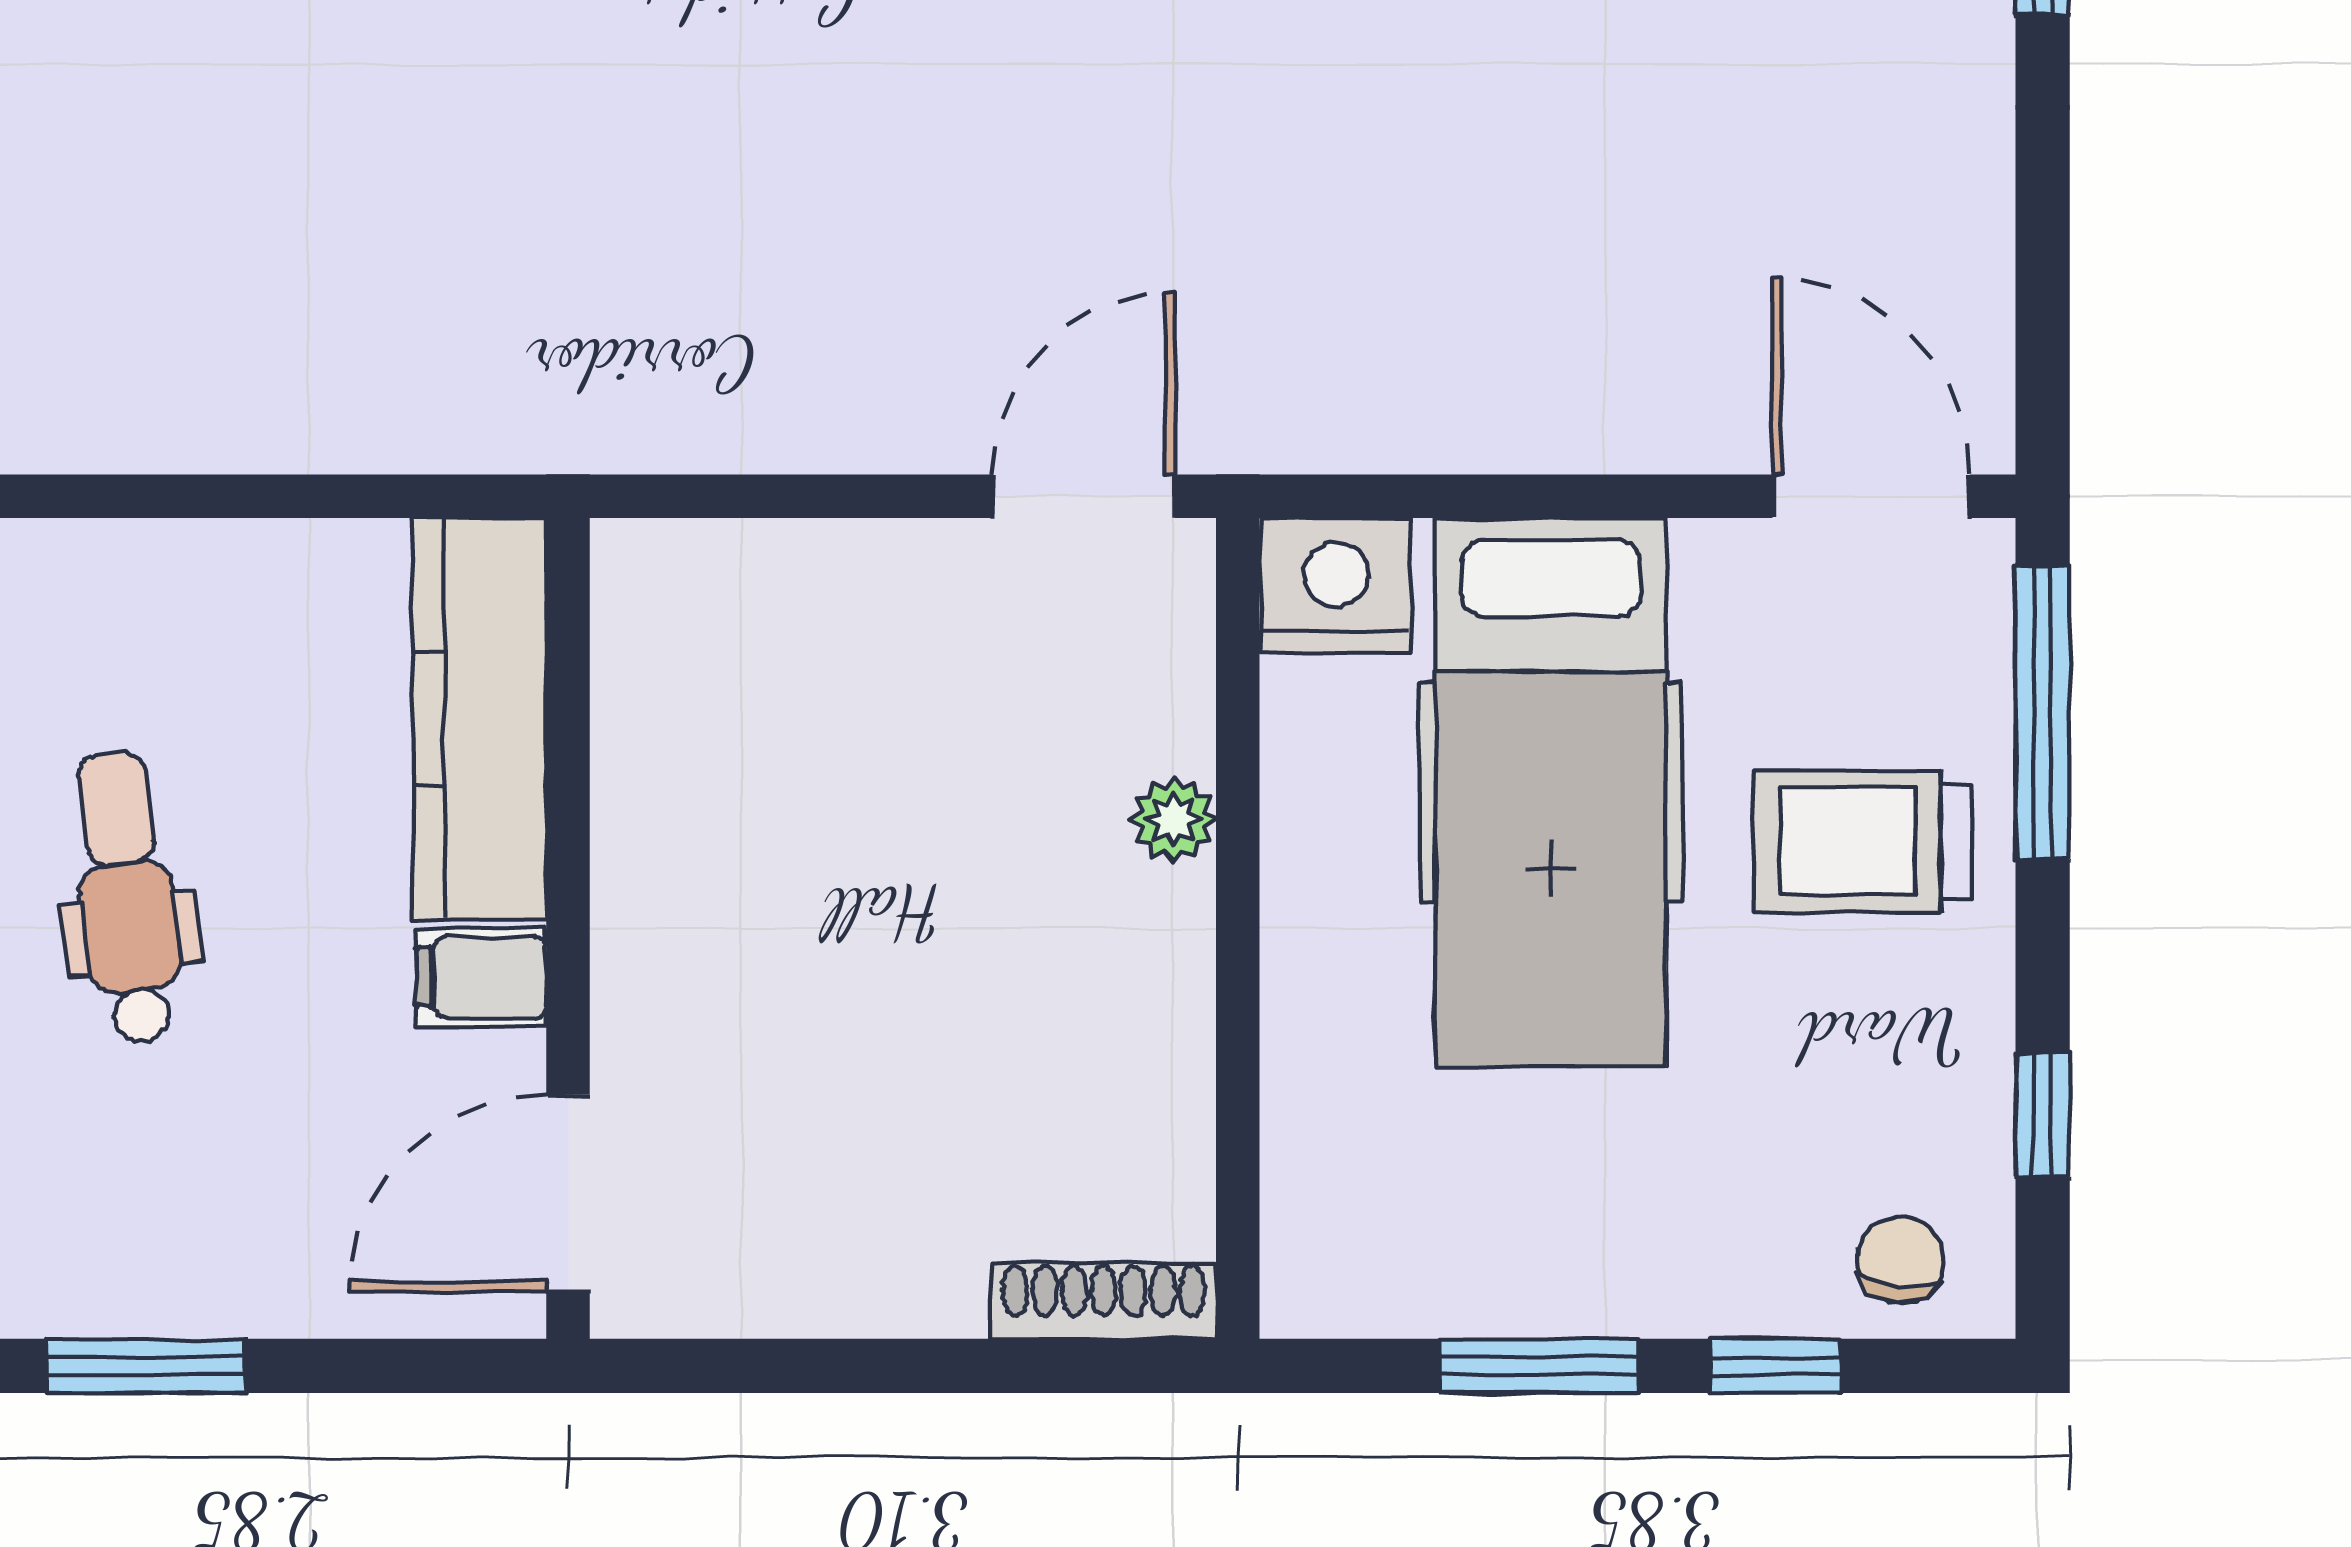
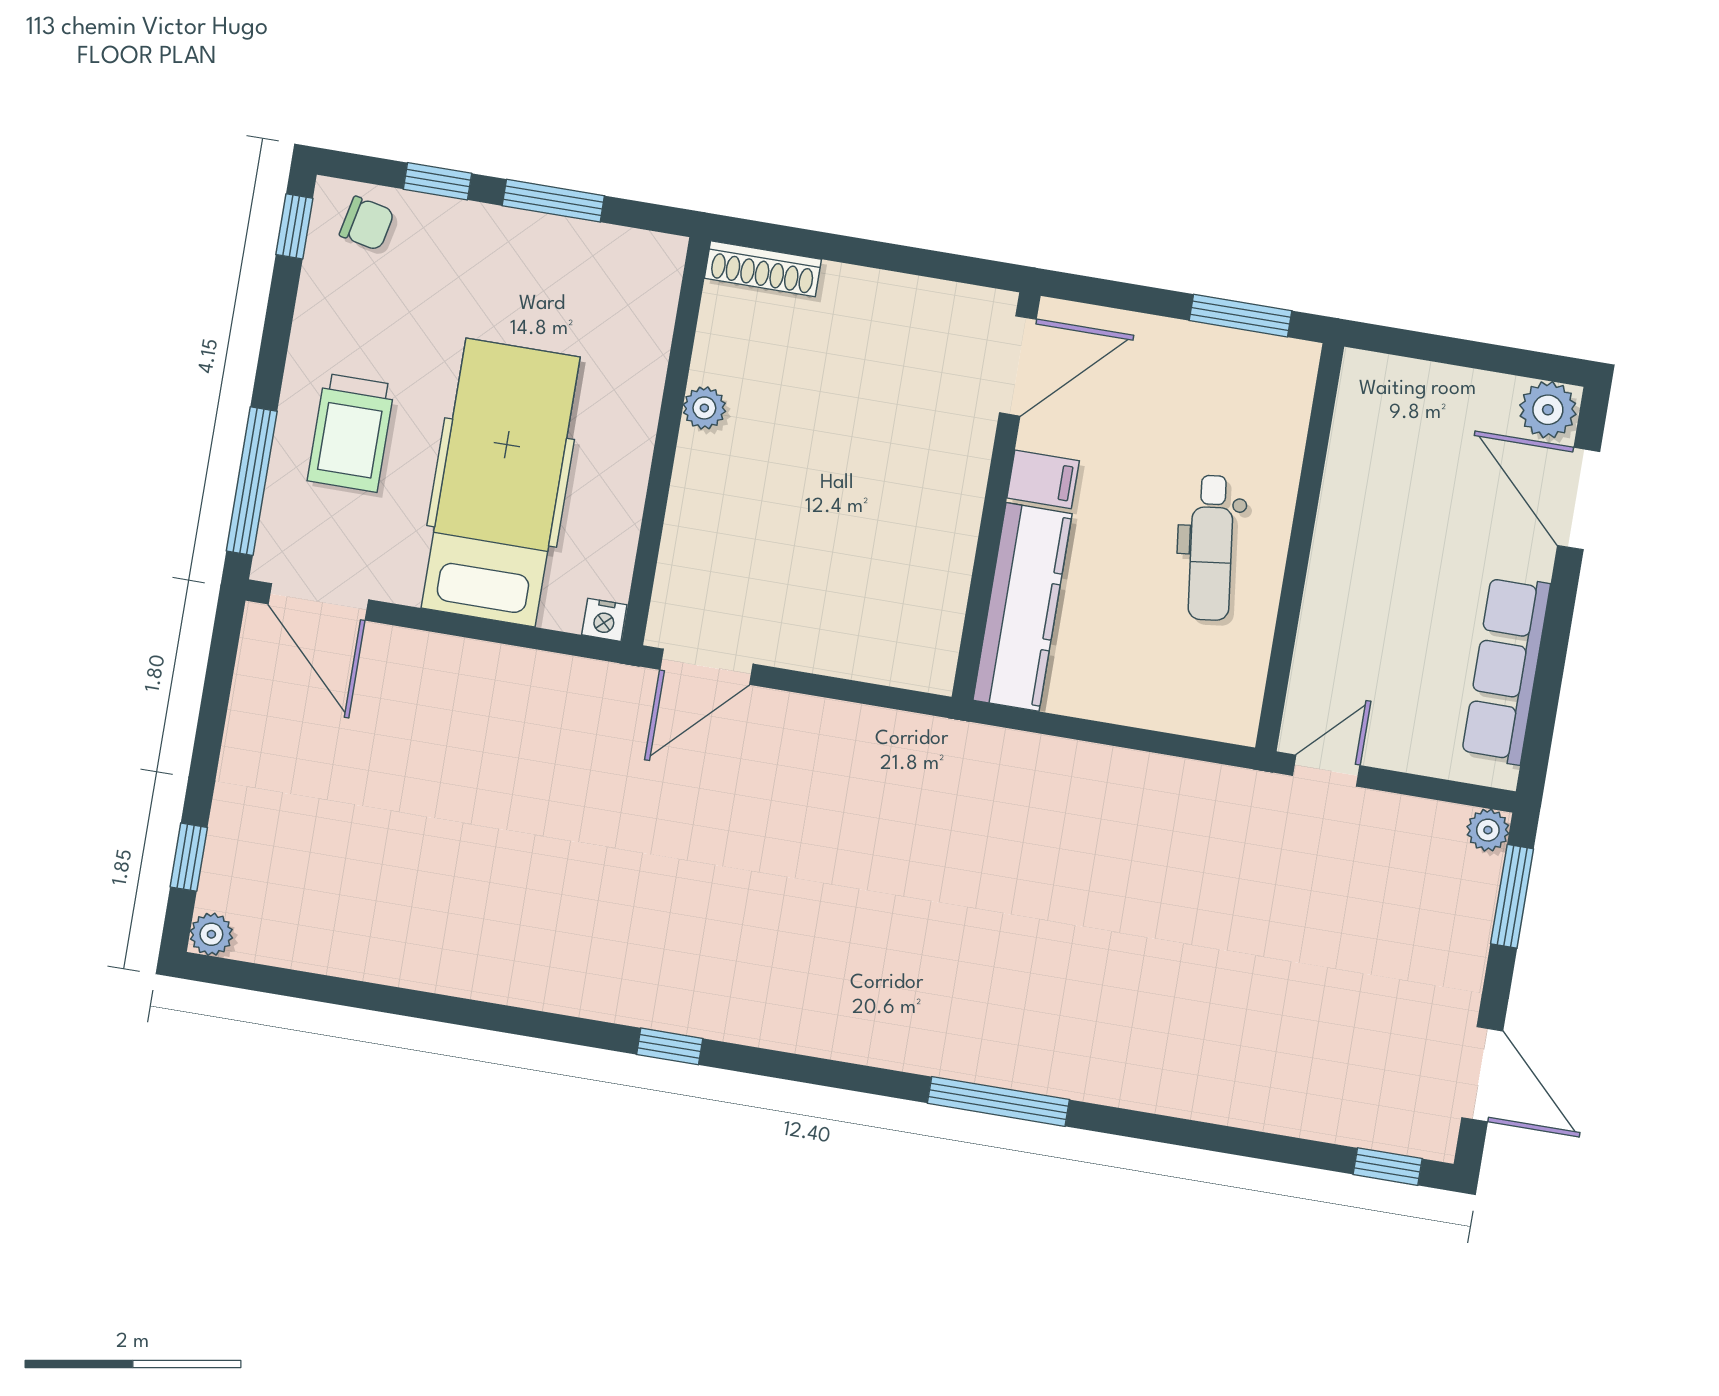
nightstand: (1336, 585) -> (604, 620), width x0.53, depth x0.56
plant: (1173, 819) -> (704, 408), moved
trolley: (1863, 841) -> (351, 433), turned 90
window: (2043, 1115) -> (294, 226), moved
chair: (1901, 1260) -> (367, 223), turned -84

